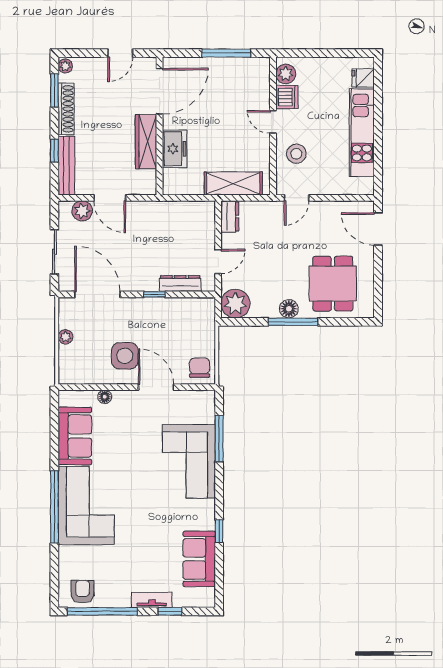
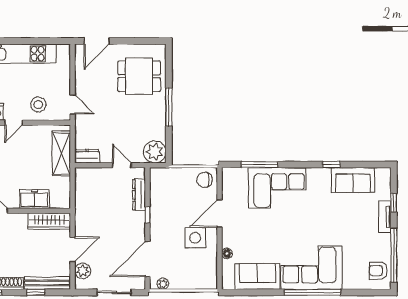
wardrobe: (146, 142) -> (49, 221), moved
floor lamp: (289, 309) -> (159, 110), removed
plant: (66, 337) -> (163, 284), moved

